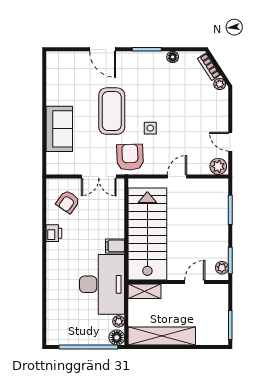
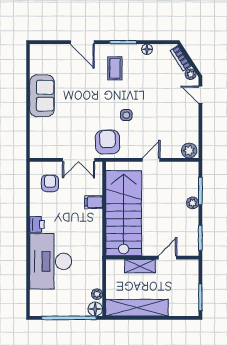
coffee table: (112, 111) -> (115, 68), moved, width x0.54, depth x0.58
sofa: (59, 129) -> (42, 96), moved
door: (230, 142) -> (200, 95), moved
armchair: (68, 202) -> (50, 183), turned 145
printer: (54, 233) -> (37, 224), moved
filing cabinet: (115, 246) -> (94, 202), moved
plant: (222, 268) -> (193, 203), moved
desk: (102, 284) -> (51, 261), moved, turned 180
shelving: (145, 291) -> (140, 266), moved

